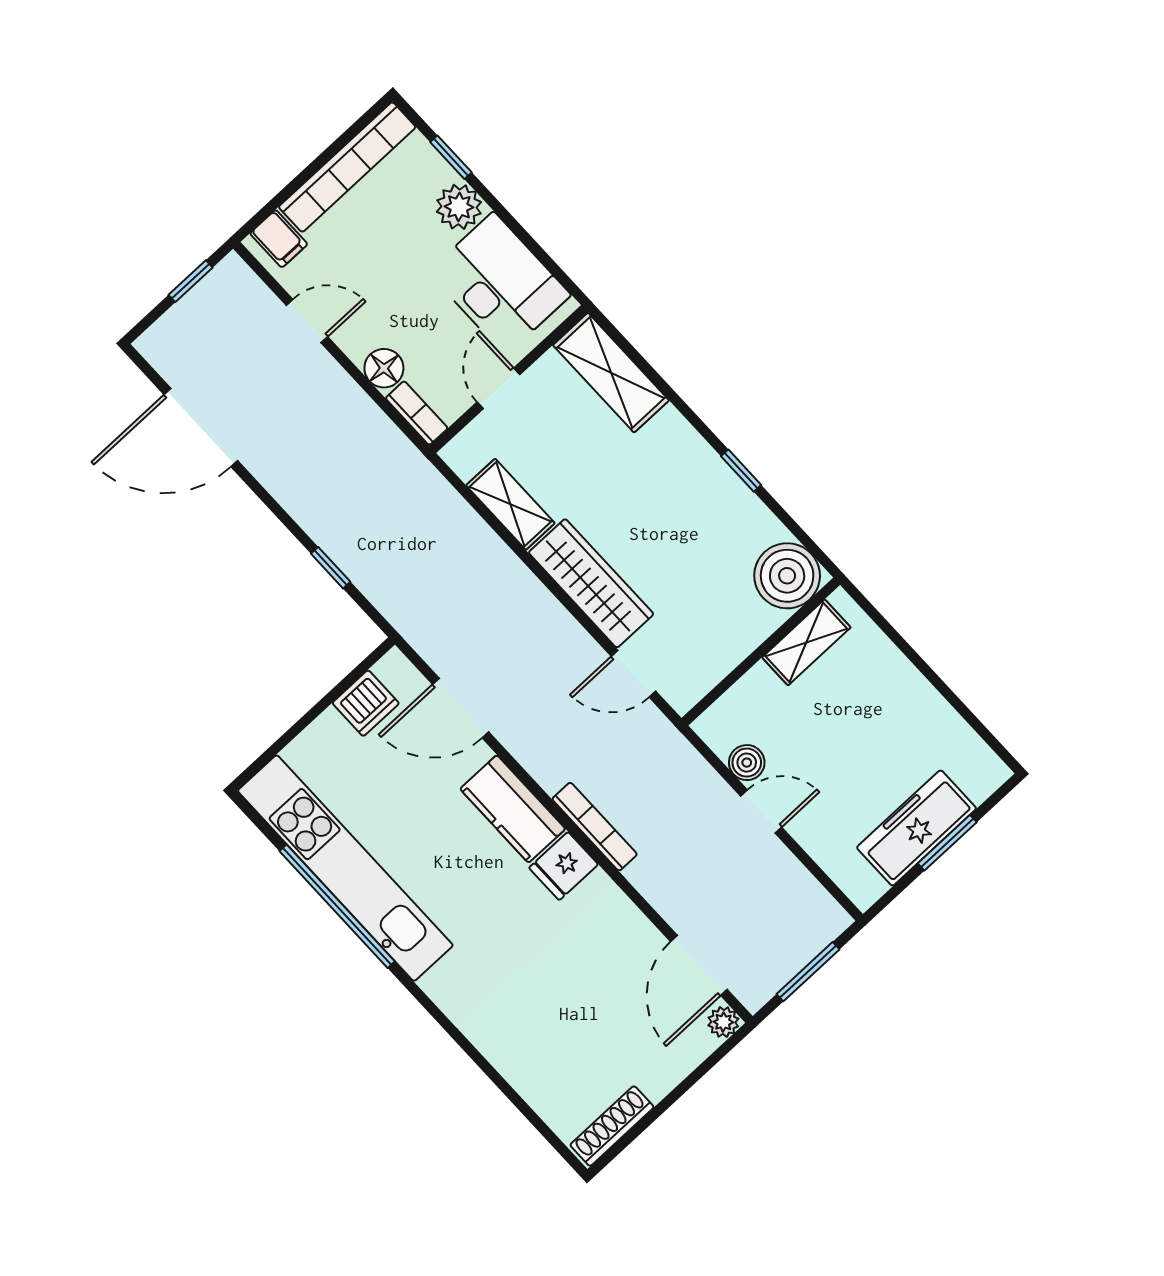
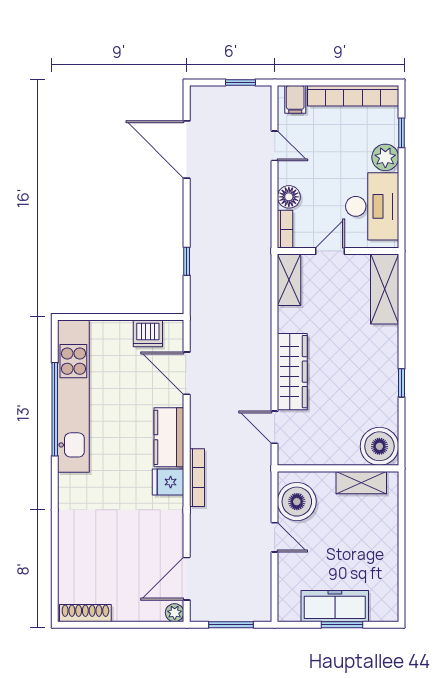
shelving: (510, 504) -> (289, 280), moved
boiler: (747, 763) -> (297, 502), width x1.86, depth x1.86

